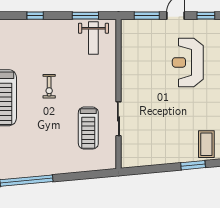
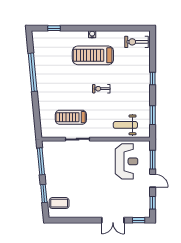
weight bench: (93, 38) -> (125, 125), moved
reception desk: (188, 62) -> (126, 161), moved, turned 90
window: (149, 169) -> (41, 161), added

